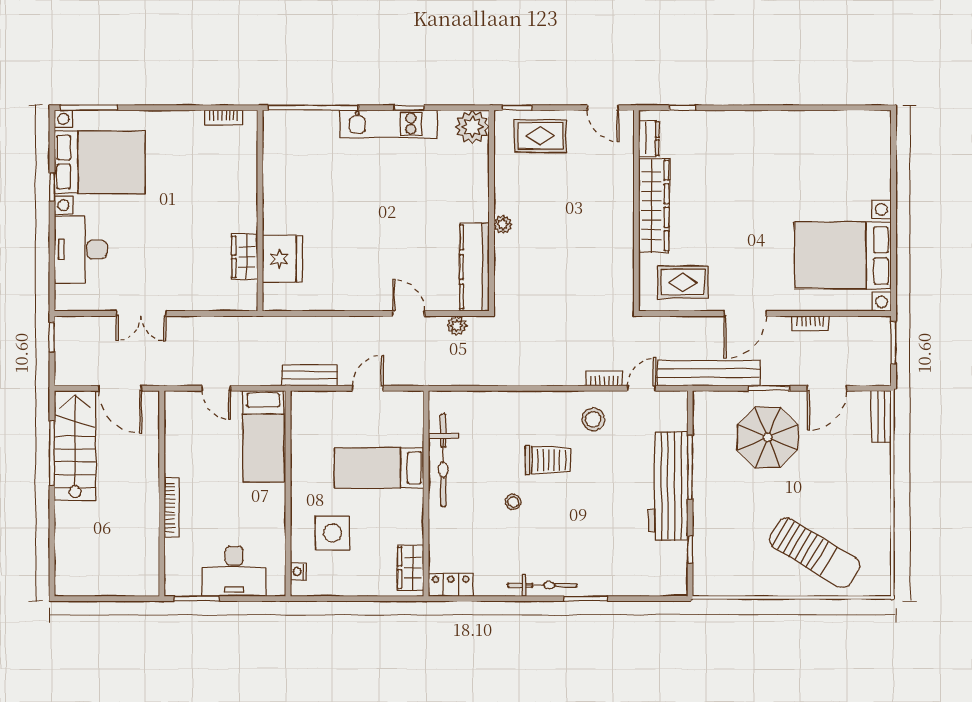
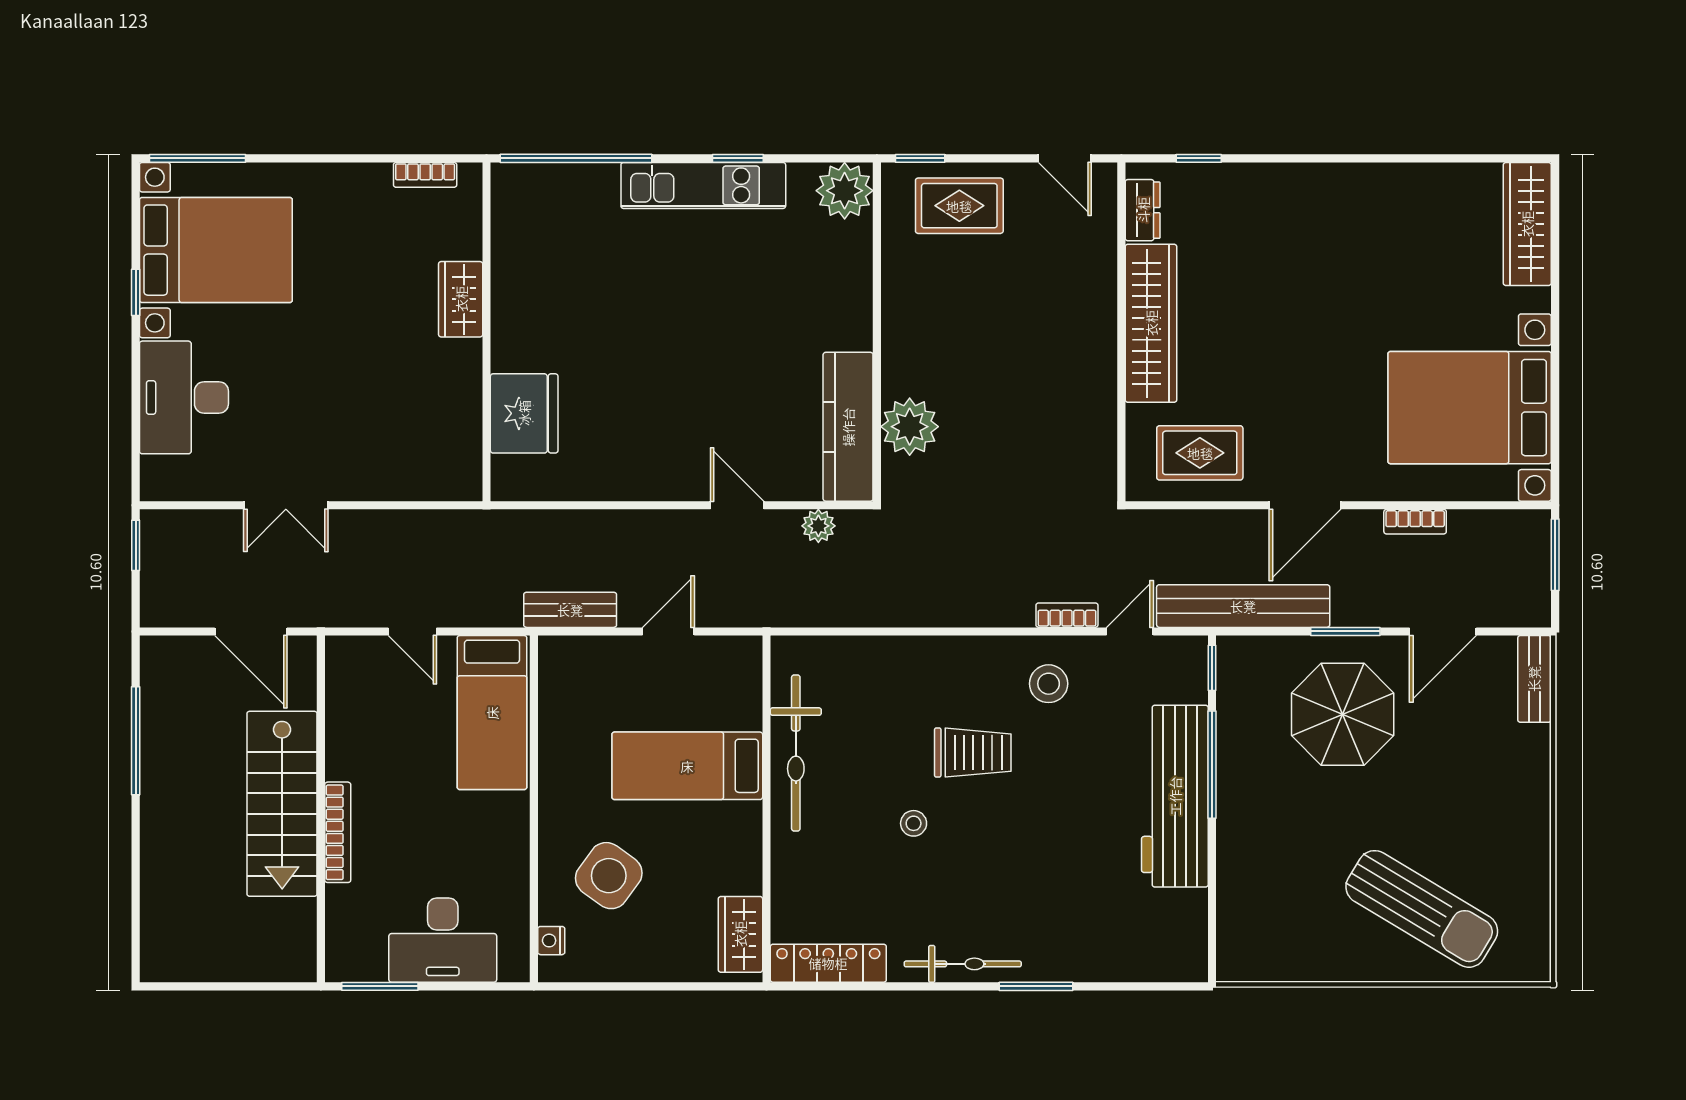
wardrobe: (877, 147) -> (1527, 224), added
plant: (503, 224) -> (910, 427), moved, width x1.88, depth x1.88
wardrobe: (245, 257) -> (461, 299), moved
stairs: (75, 446) -> (282, 804), moved, turned 180
side table: (332, 533) -> (609, 876), turned 36
window: (690, 549) -> (1212, 668), moved
locker: (451, 585) -> (828, 963), width x1.53

